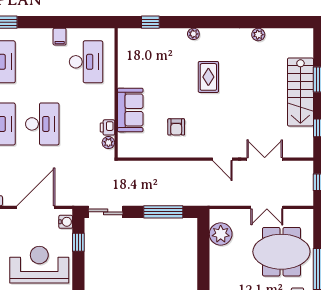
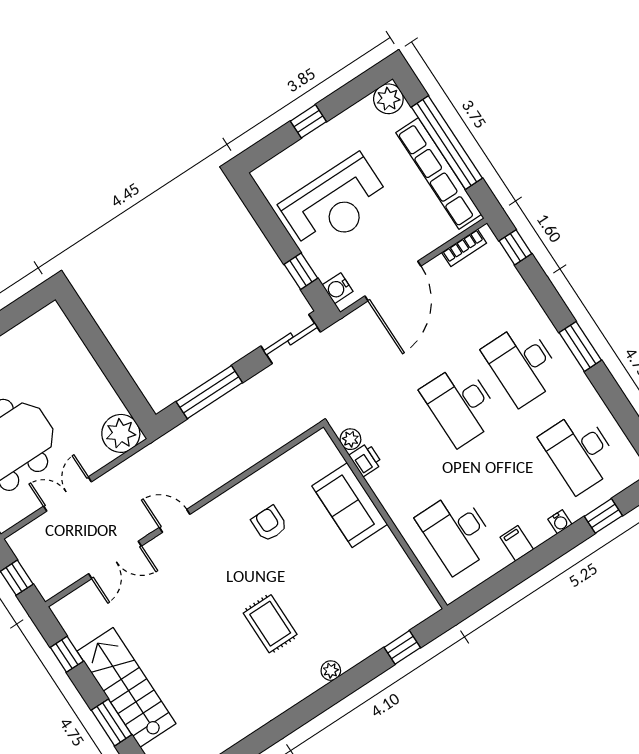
water cooler: (31, 33) -> (560, 522), added
plant: (258, 35) -> (239, 729), removed
plant: (221, 234) -> (121, 433), moved

